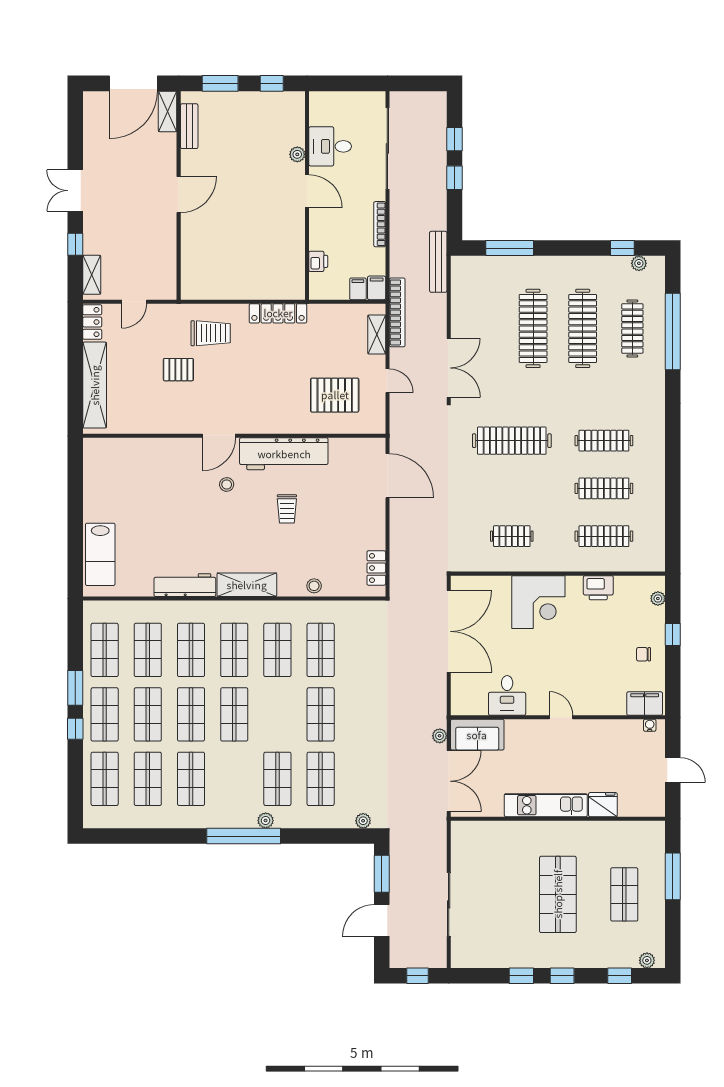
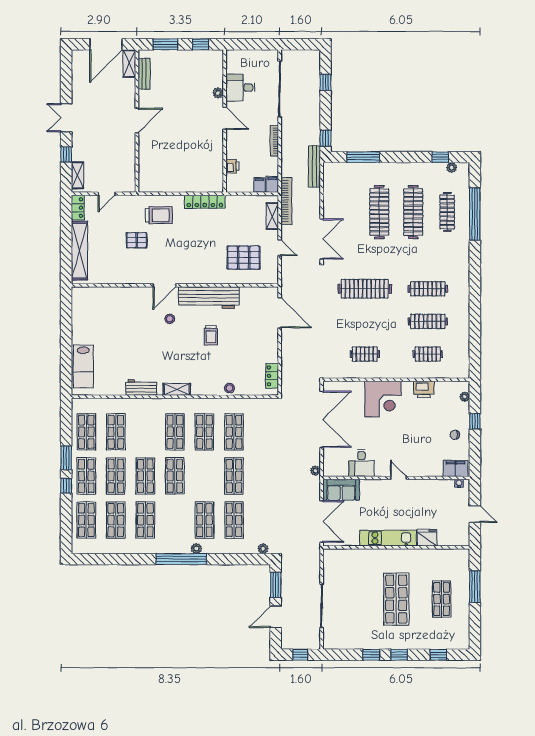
window: (454, 178) -> (326, 138), moved
clothes rail: (604, 536) -> (428, 354), width x0.73
workbench: (185, 585) -> (141, 388), width x0.73
shelving: (247, 585) -> (177, 389), width x0.67, depth x0.75
shop shelf: (191, 650) -> (145, 432), removed
plant: (440, 736) -> (315, 471), moved
plant: (647, 960) -> (457, 644), removed

